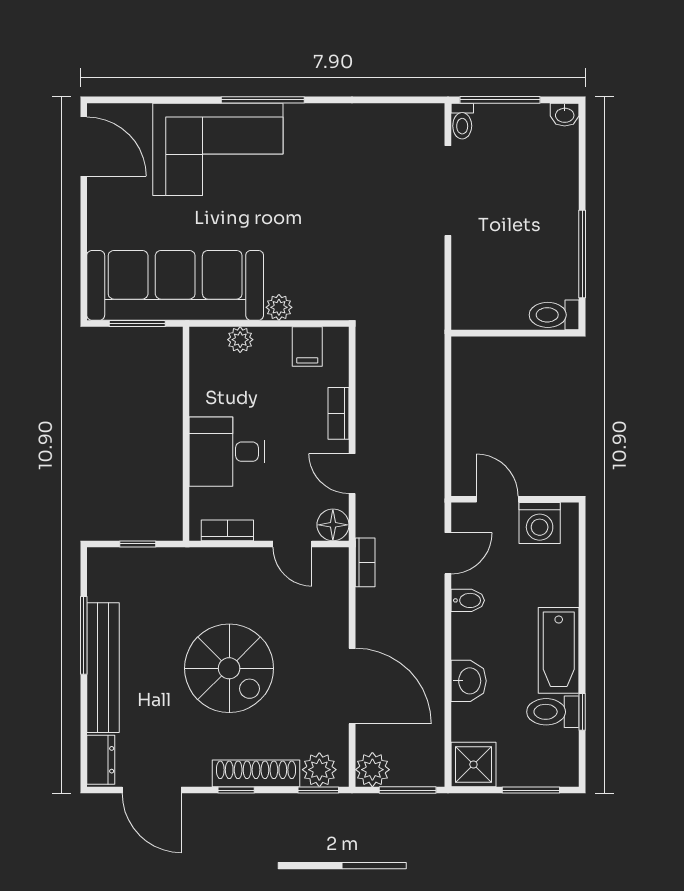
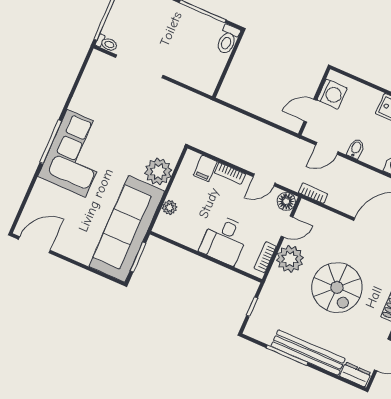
corner sofa: (218, 149) -> (76, 153), moved
plant: (279, 307) -> (158, 172), width x1.87, depth x1.87
filing cabinet: (307, 347) -> (205, 168), moved, turned 90
door: (448, 553) -> (327, 148), swing flipped
plant: (242, 572) -> (290, 259), added
spiral stairs: (229, 668) -> (337, 287), turned 90

